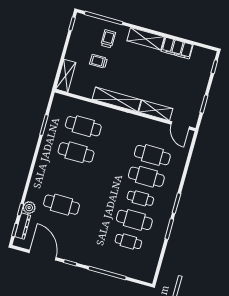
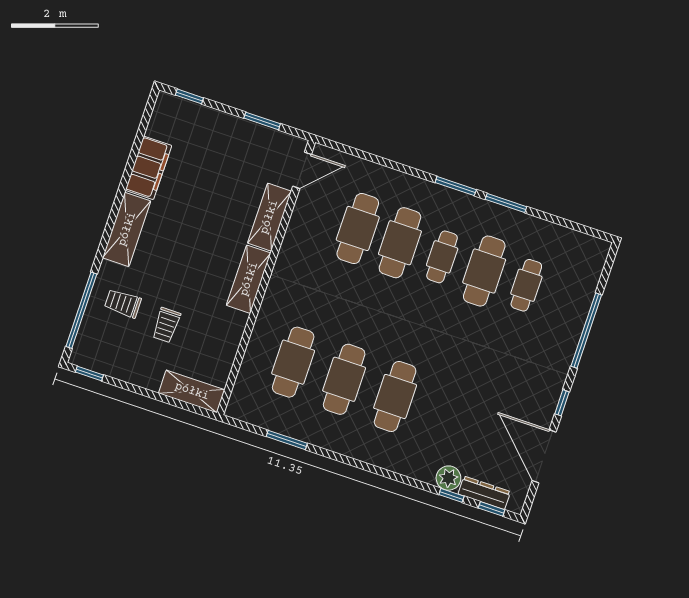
shelving: (117, 99) -> (249, 279), width x0.68
cafe table: (62, 205) -> (395, 396), moved
door: (43, 255) -> (544, 456), hinge flipped

